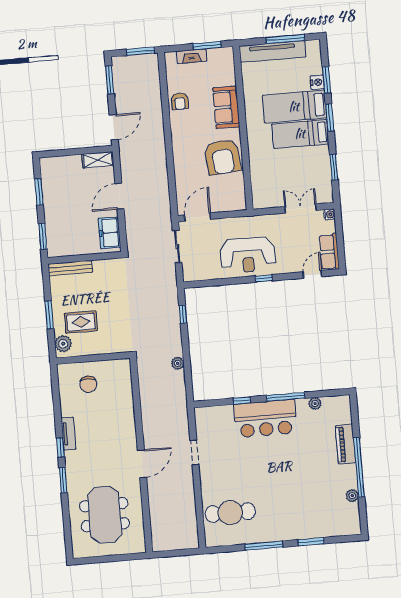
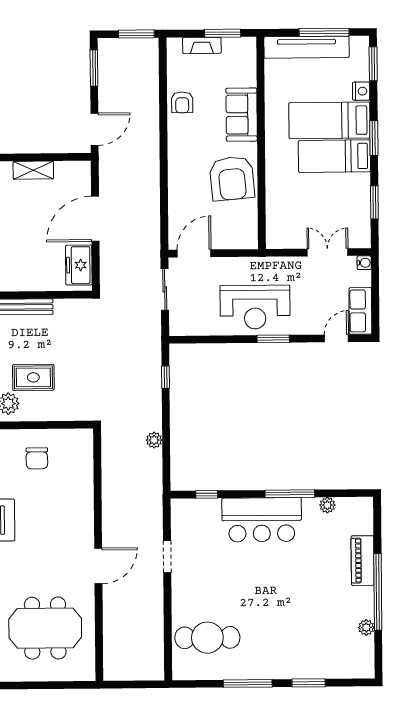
window: (327, 80) -> (373, 64), moved
shelving: (98, 160) -> (33, 170), moved
door: (119, 196) -> (95, 219), width x1.36
window: (264, 278) -> (273, 339), width x1.50
window: (242, 400) -> (207, 494), moved
meeting table: (105, 515) -> (45, 628), turned 90

